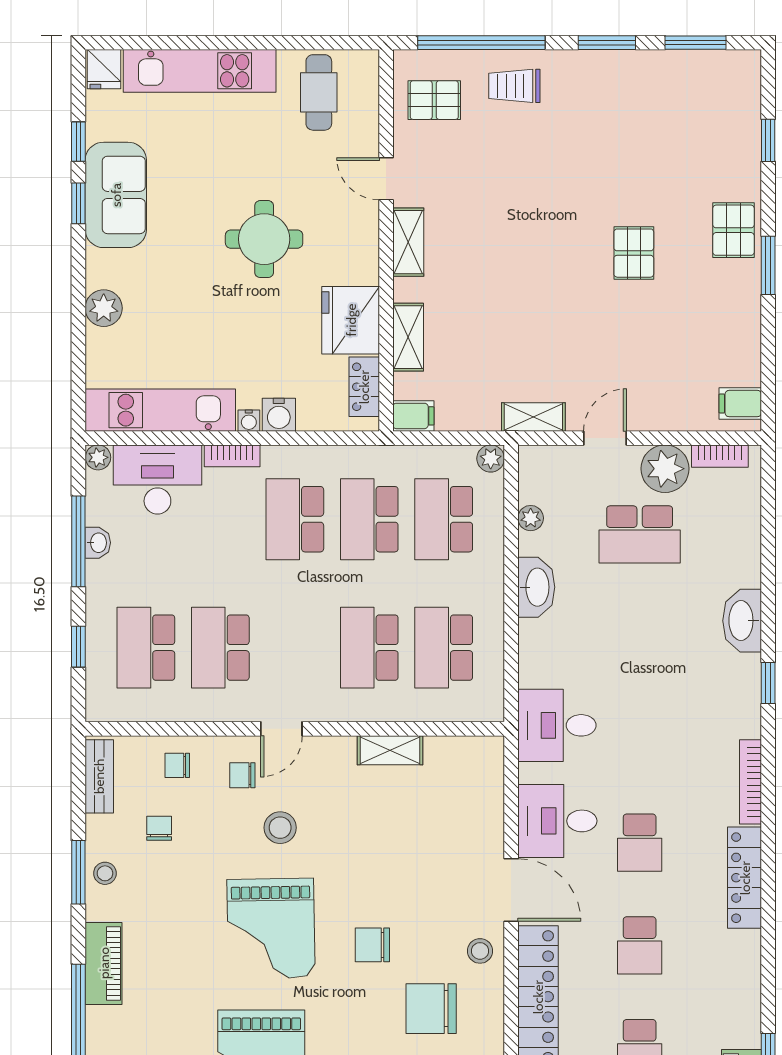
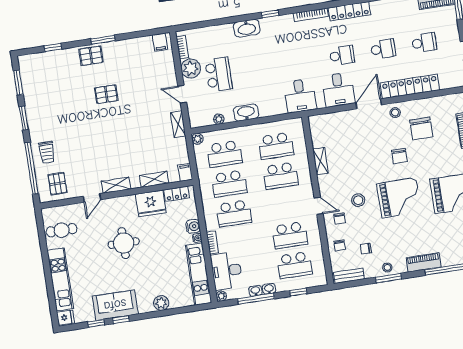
washbasin: (98, 576) -> (269, 289), added

